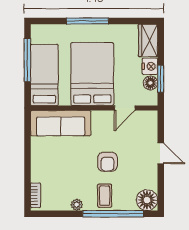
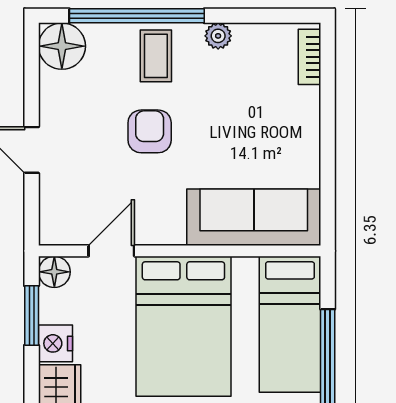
floor lamp: (150, 83) -> (54, 272), moved

